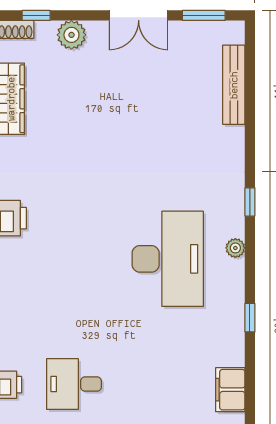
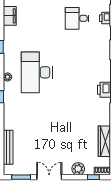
desk: (74, 384) -> (77, 18), turned 180

